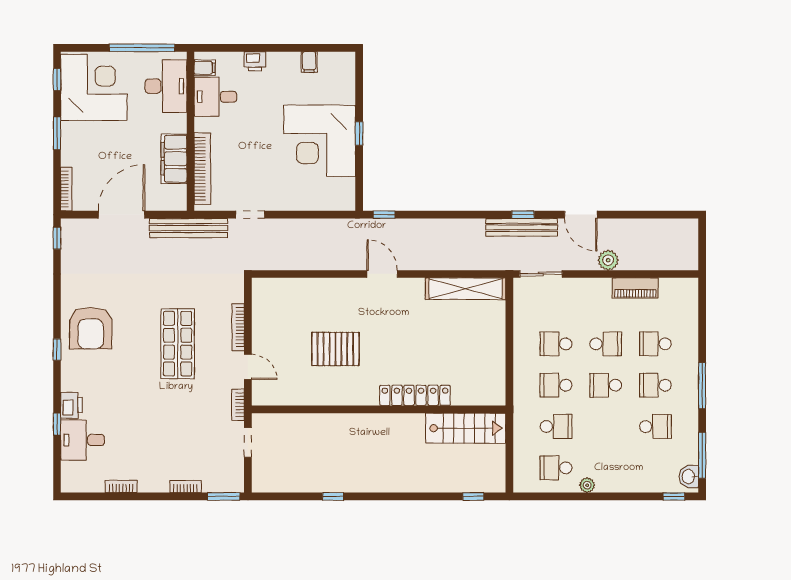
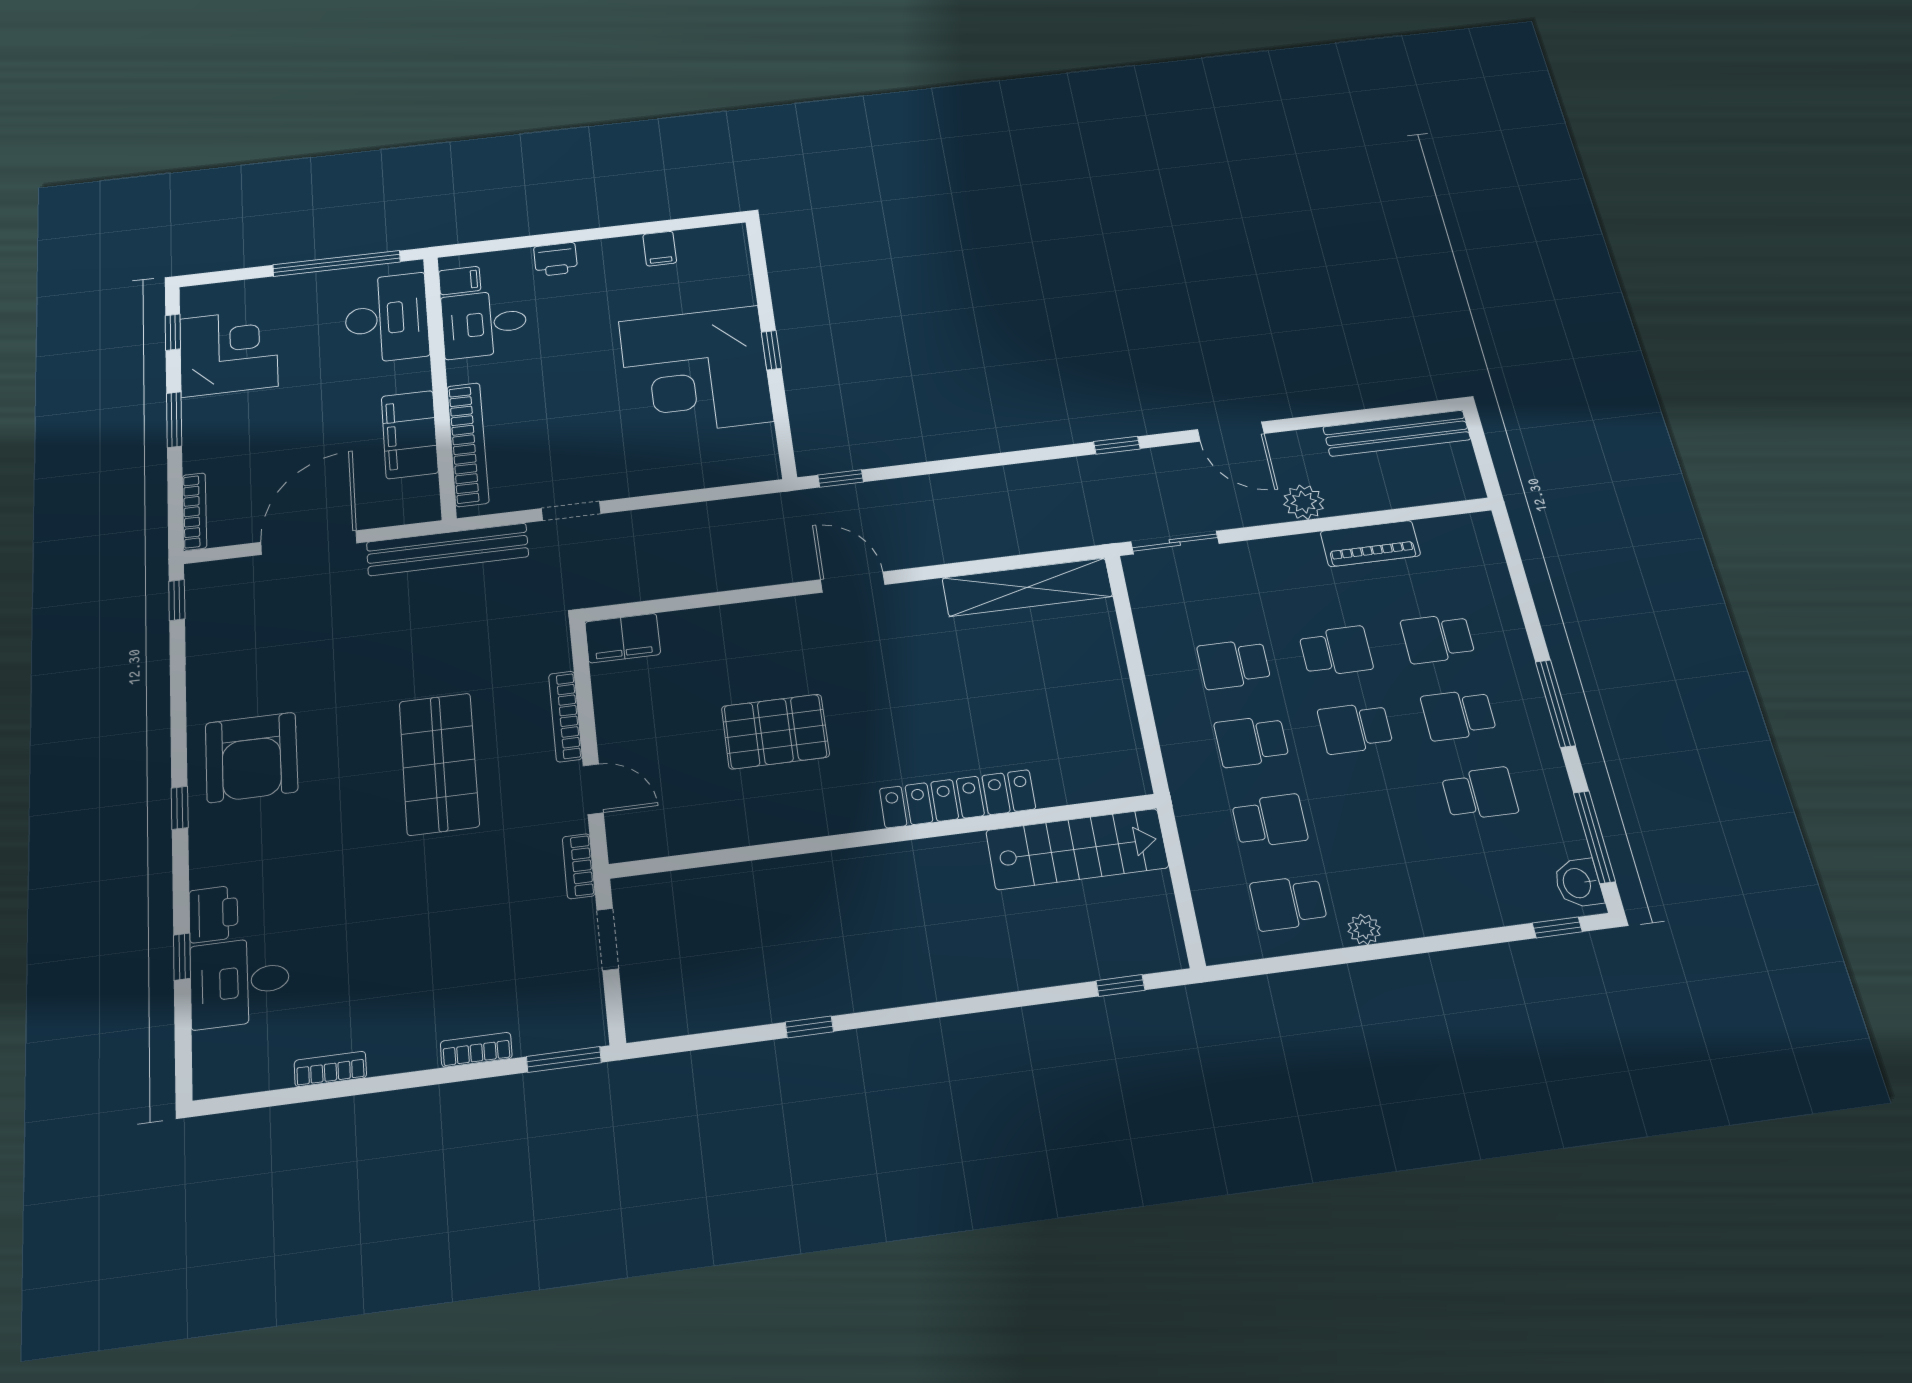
corner desk: (94, 87) -> (229, 352), width x0.74, depth x0.74
bench: (522, 227) -> (1397, 433), moved
filing cabinet: (269, 289) -> (623, 638), added

